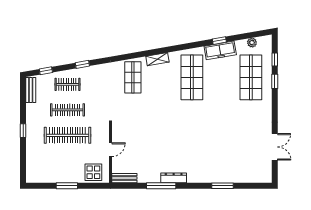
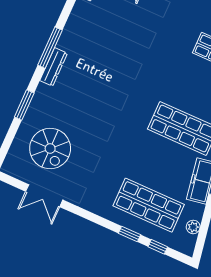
spiral stairs: (243, 157) -> (50, 149), added
dresser: (174, 178) -> (54, 67), moved
window: (161, 186) -> (50, 48), moved

